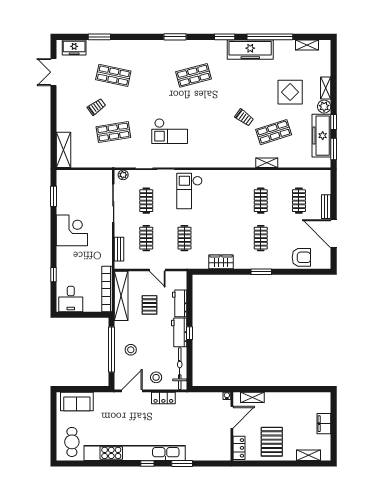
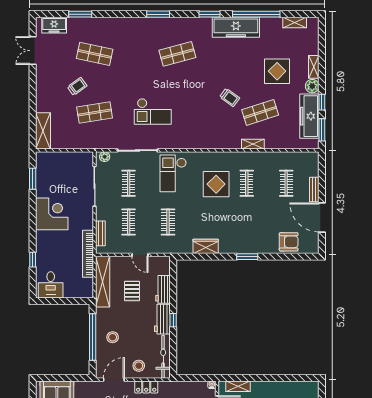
display table: (231, 202) -> (216, 184), added
clothes rail: (261, 238) -> (247, 222), removed
bookcase: (107, 289) -> (88, 254), moved

